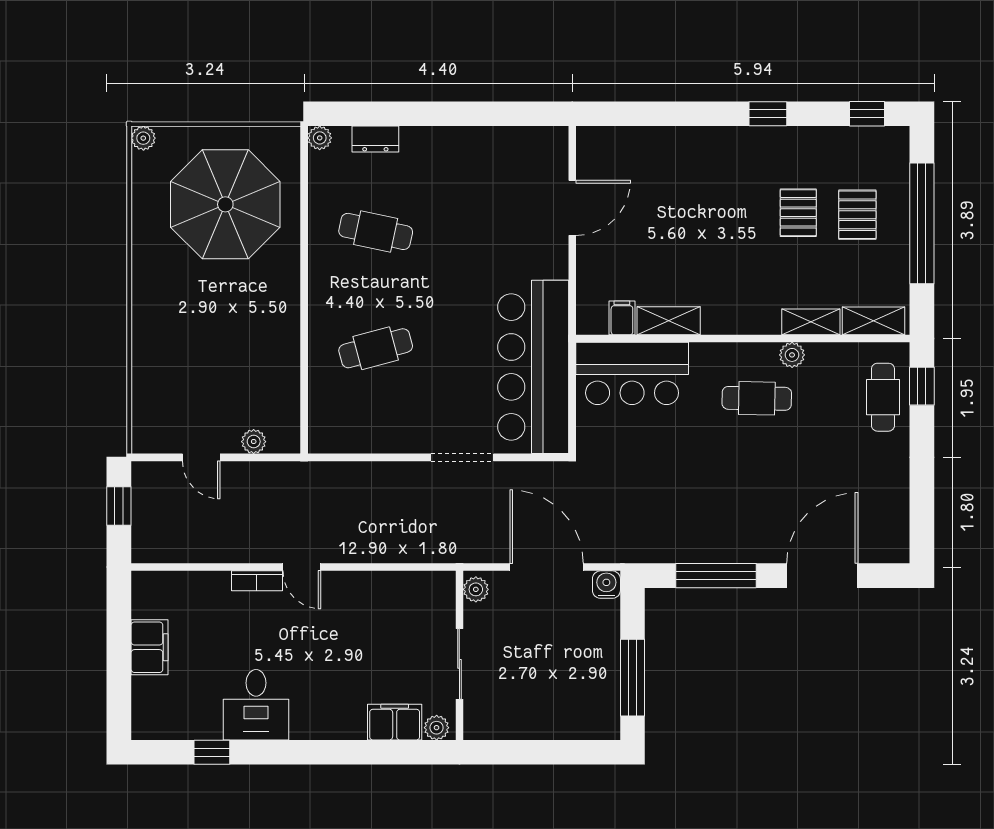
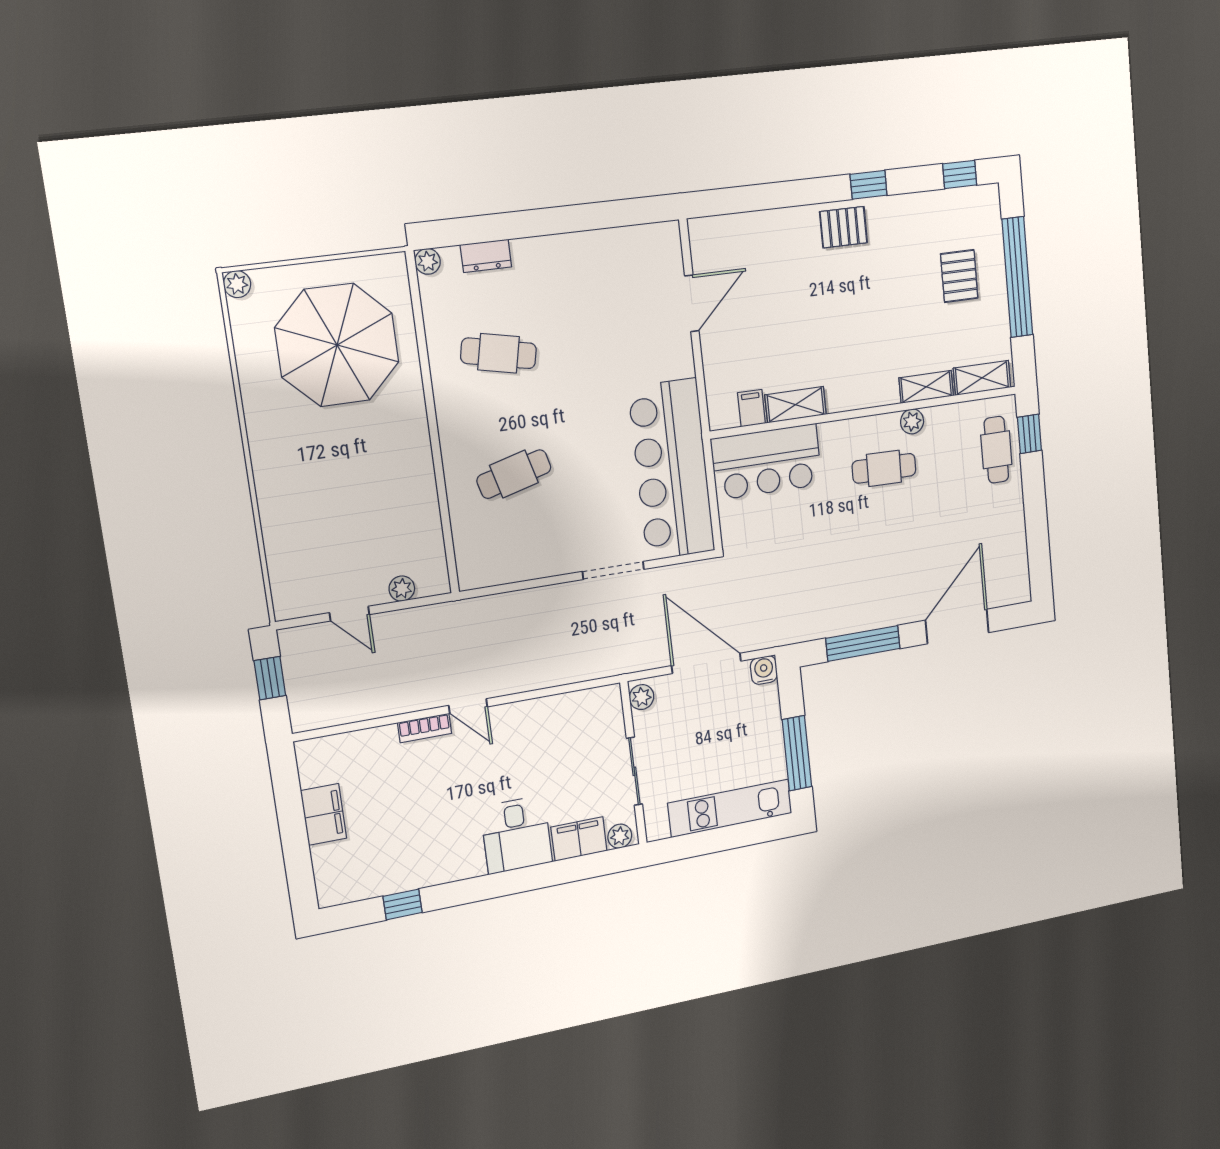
pallet: (798, 213) -> (843, 227), moved, turned 90
desk: (256, 705) -> (516, 835), moved
kitchen unit: (555, 722) -> (730, 808), added

